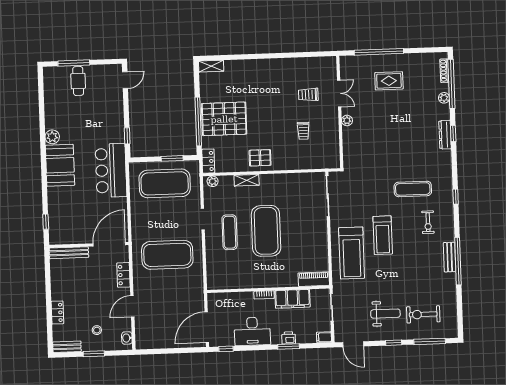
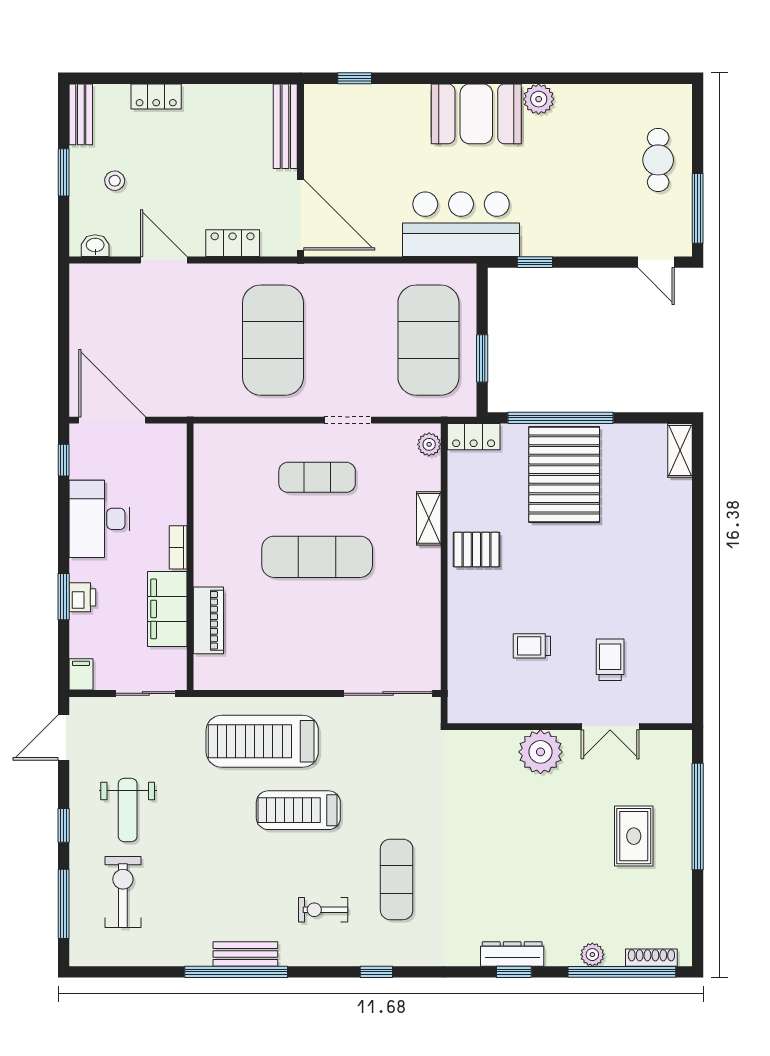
window: (74, 63) -> (698, 208), moved
cafe table: (78, 81) -> (658, 160), turned 90
plant: (347, 121) -> (540, 752), width x1.88, depth x1.88
pallet: (260, 158) -> (476, 550), turned 90
exercise mat: (266, 231) -> (317, 557), width x0.68
piano: (314, 279) -> (208, 620), moved

